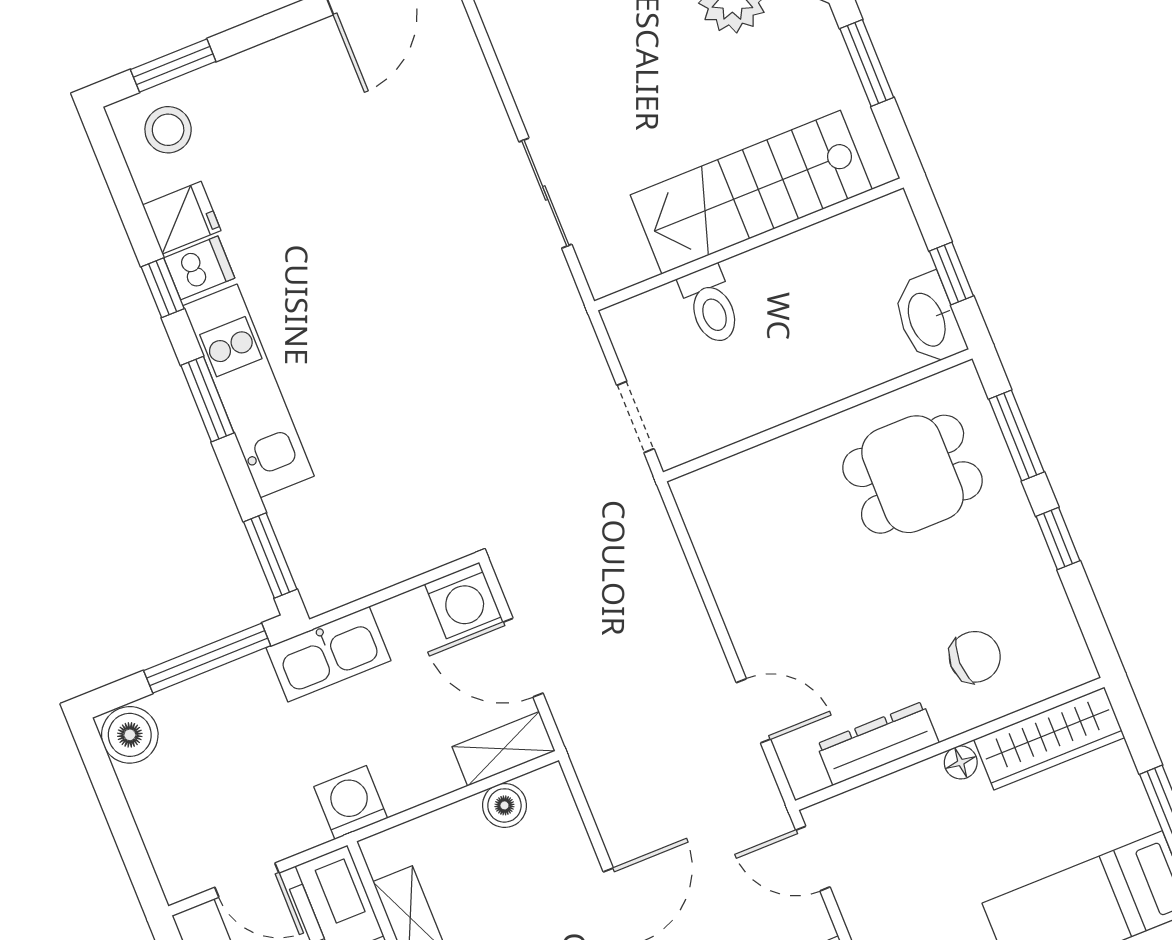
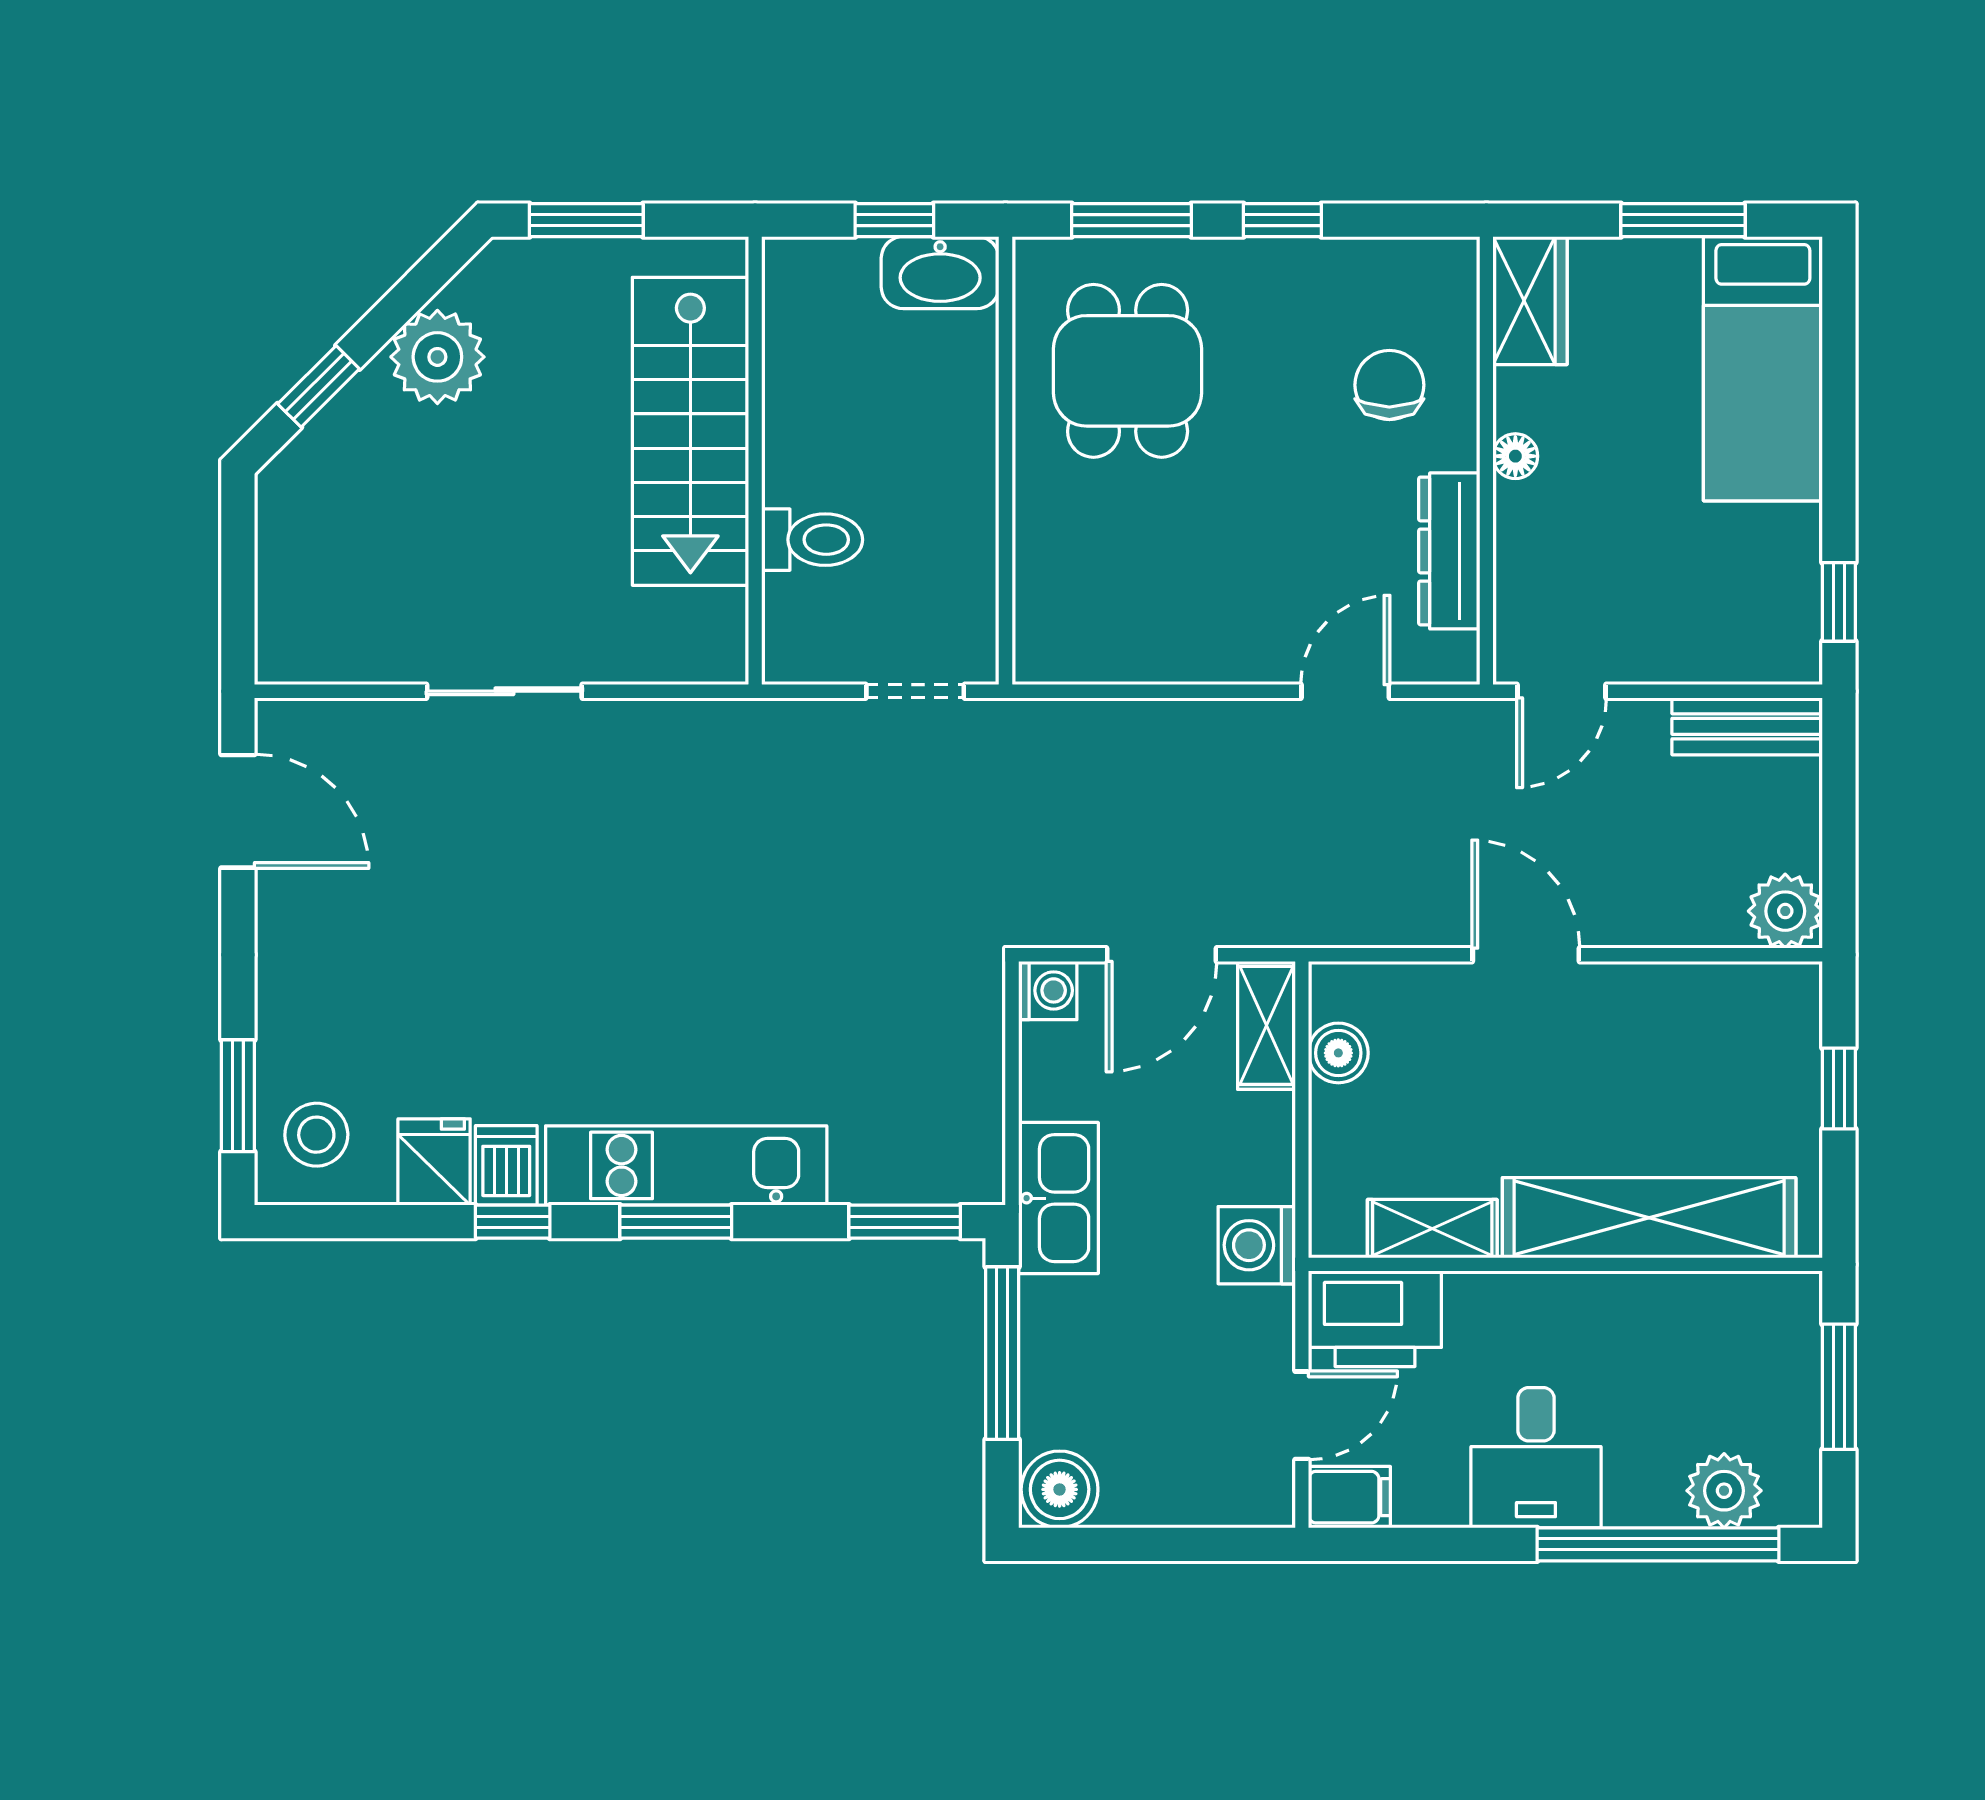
sliding door: (545, 193) -> (504, 691), moved
washing machine: (463, 600) -> (1048, 990), width x0.73, depth x0.73
wardrobe: (1049, 739) -> (1530, 301), width x0.67

